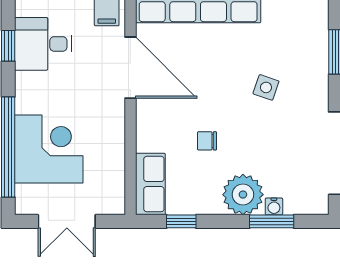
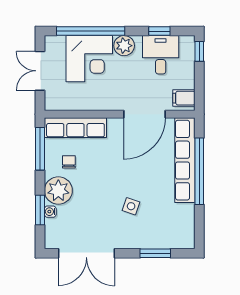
plant: (30, 98) -> (124, 46), added
chair: (207, 141) -> (69, 162), moved
row of seats: (150, 184) -> (75, 128), width x1.48
window: (181, 221) -> (40, 149), width x2.17

